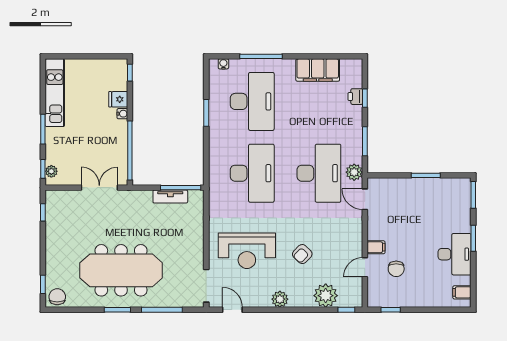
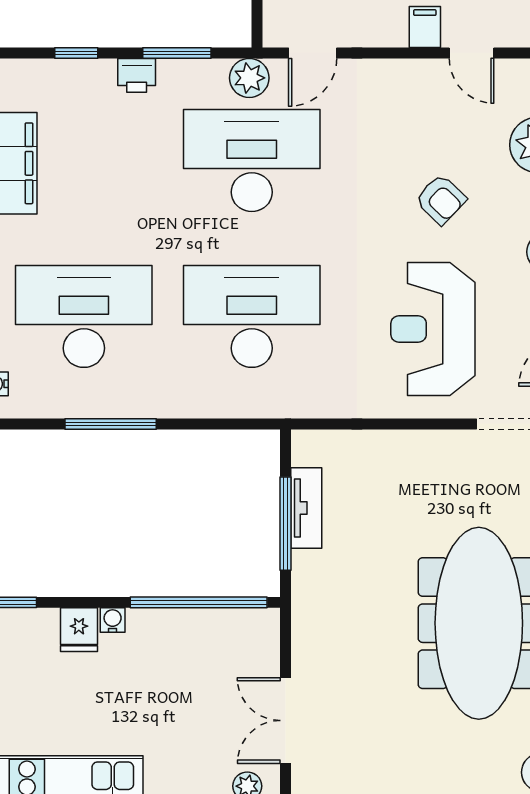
printer: (355, 97) -> (137, 75), moved
window: (206, 113) -> (111, 424), width x1.44
double door: (99, 188) -> (286, 721), moved
window: (181, 188) -> (286, 524), moved
reception desk: (247, 251) -> (433, 329), turned 180

